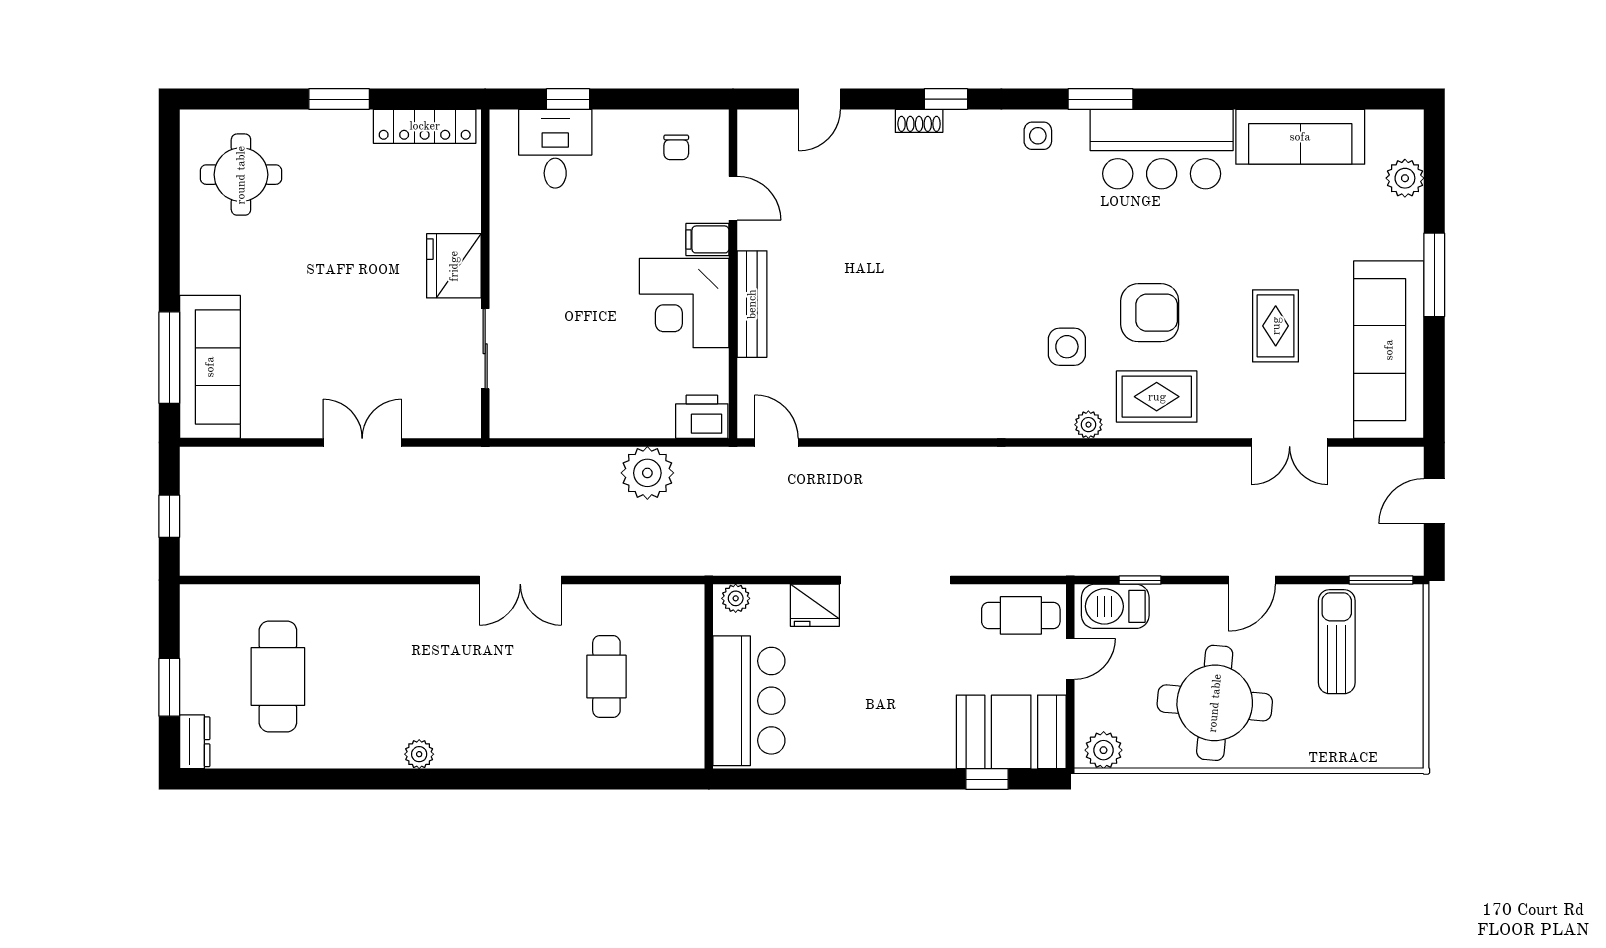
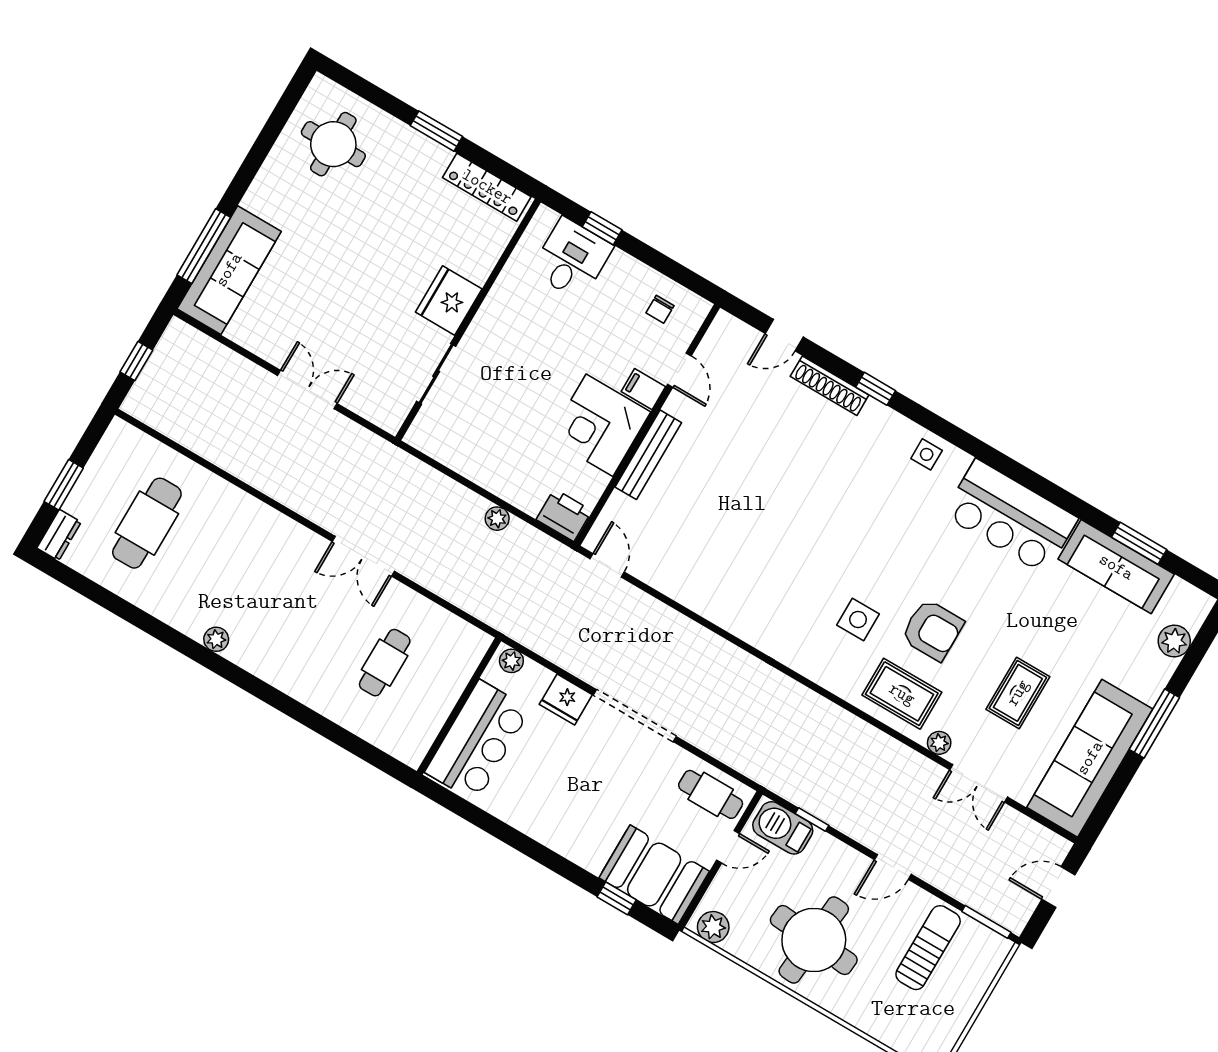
window: (1101, 99) -> (1139, 543), moved
shoe rack: (919, 121) -> (830, 386), width x1.94, depth x1.24
plant: (1088, 425) -> (939, 743), moved
plant: (647, 473) -> (497, 519), width x0.53, depth x0.53

